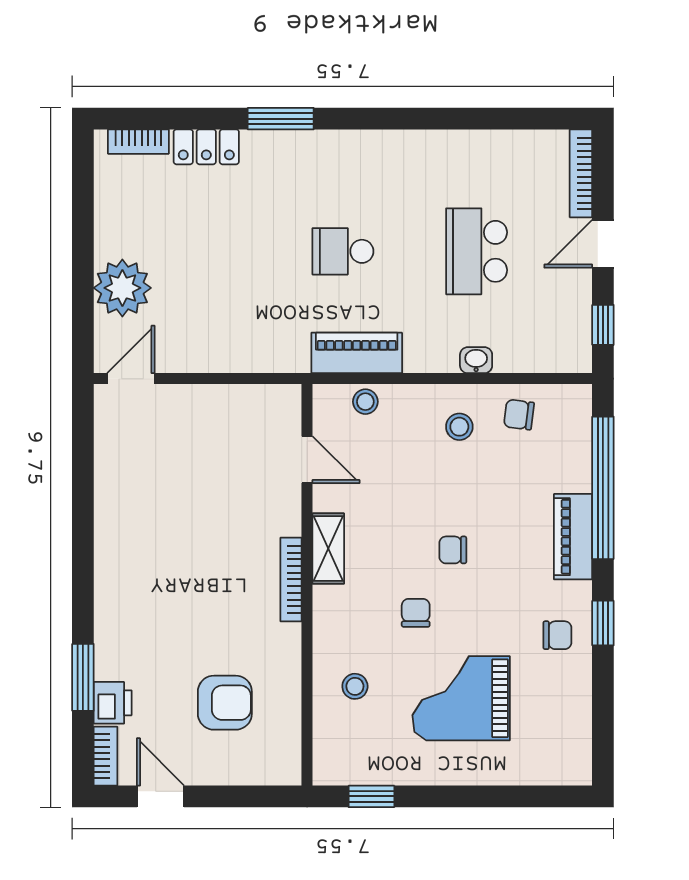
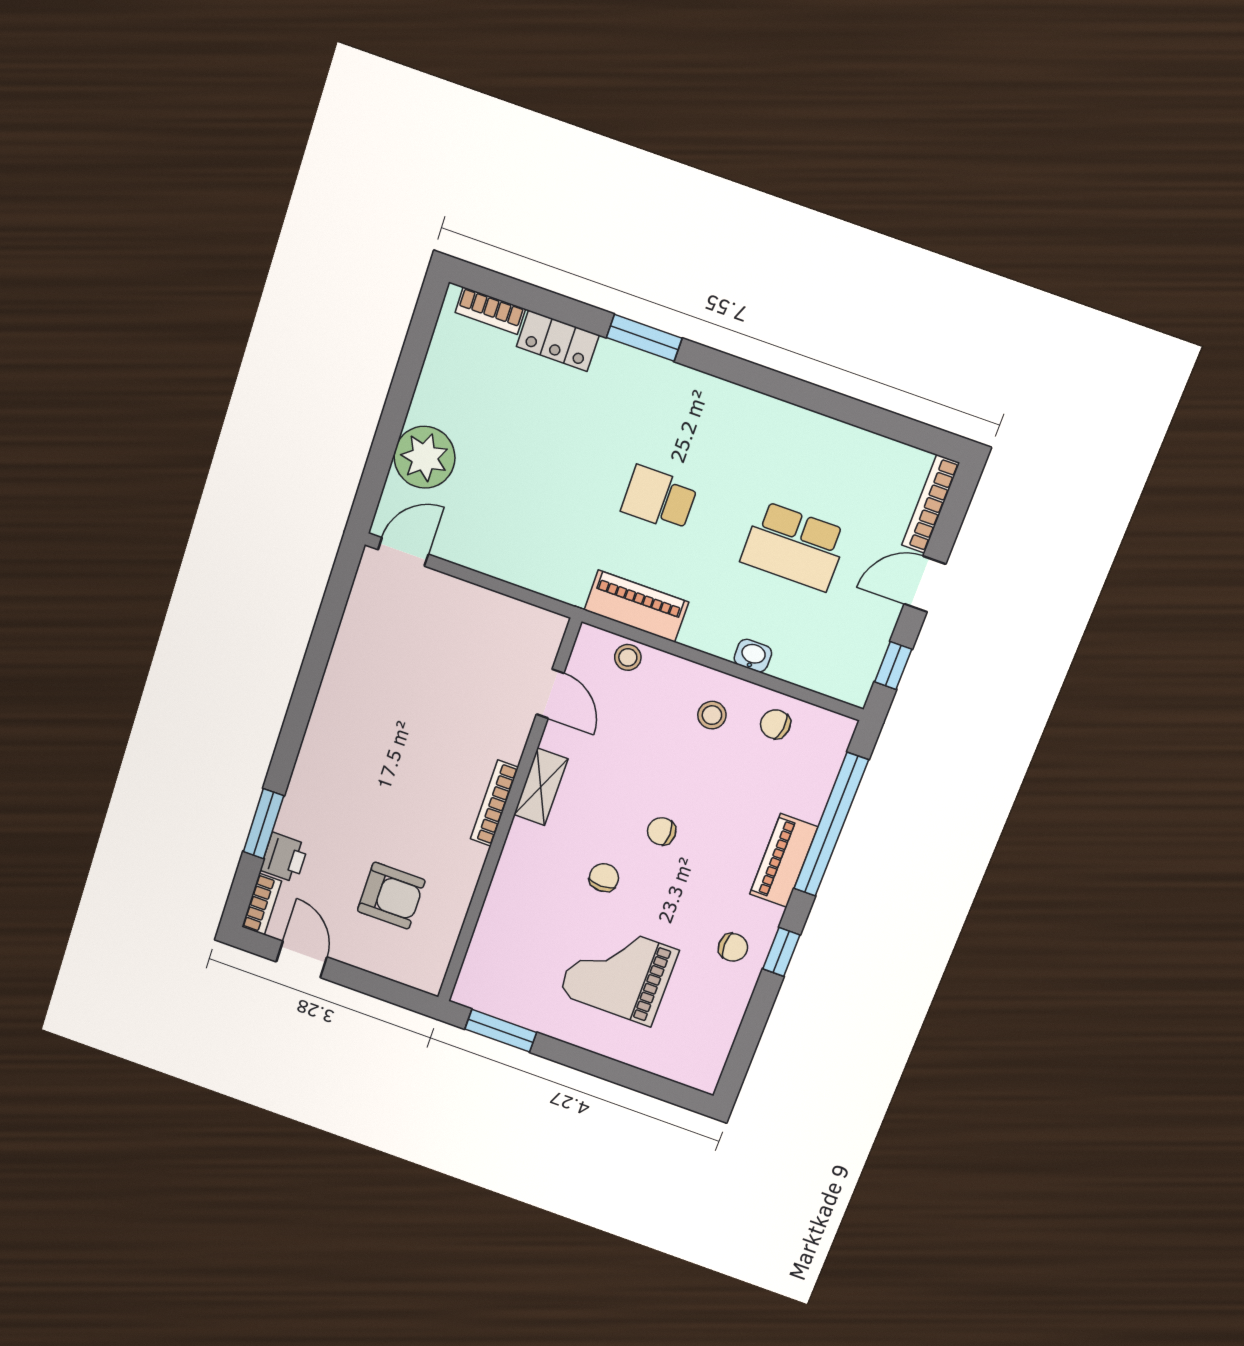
school desk: (477, 251) -> (794, 546), turned -90
stool: (355, 686) -> (521, 925), removed
window: (371, 796) -> (501, 1031), width x1.50

